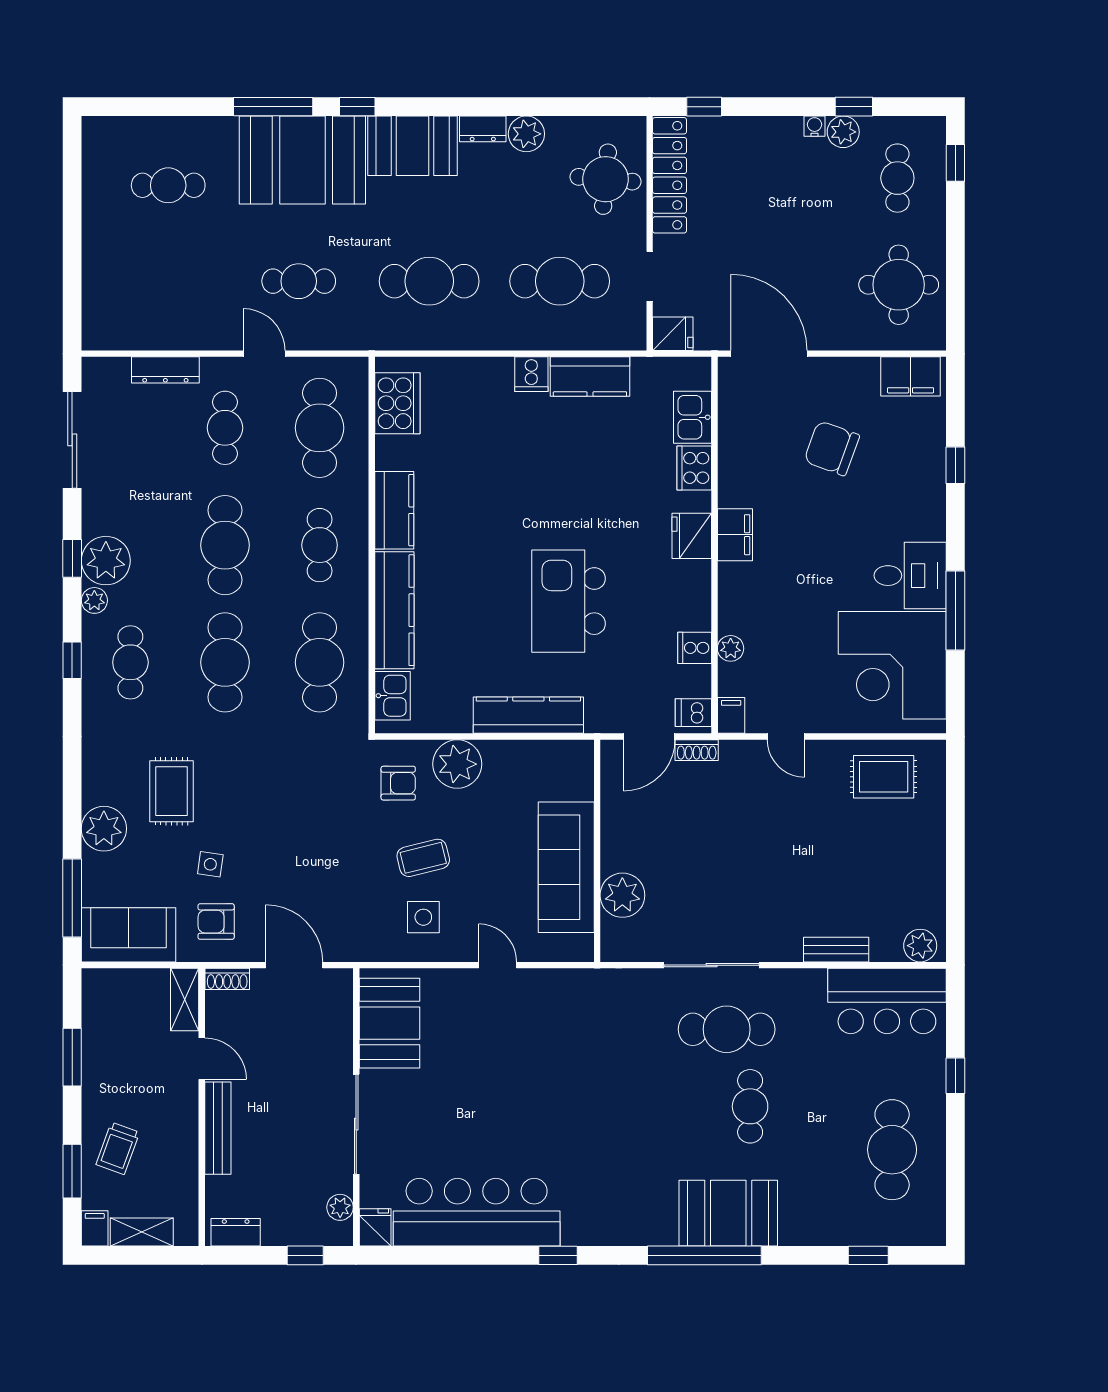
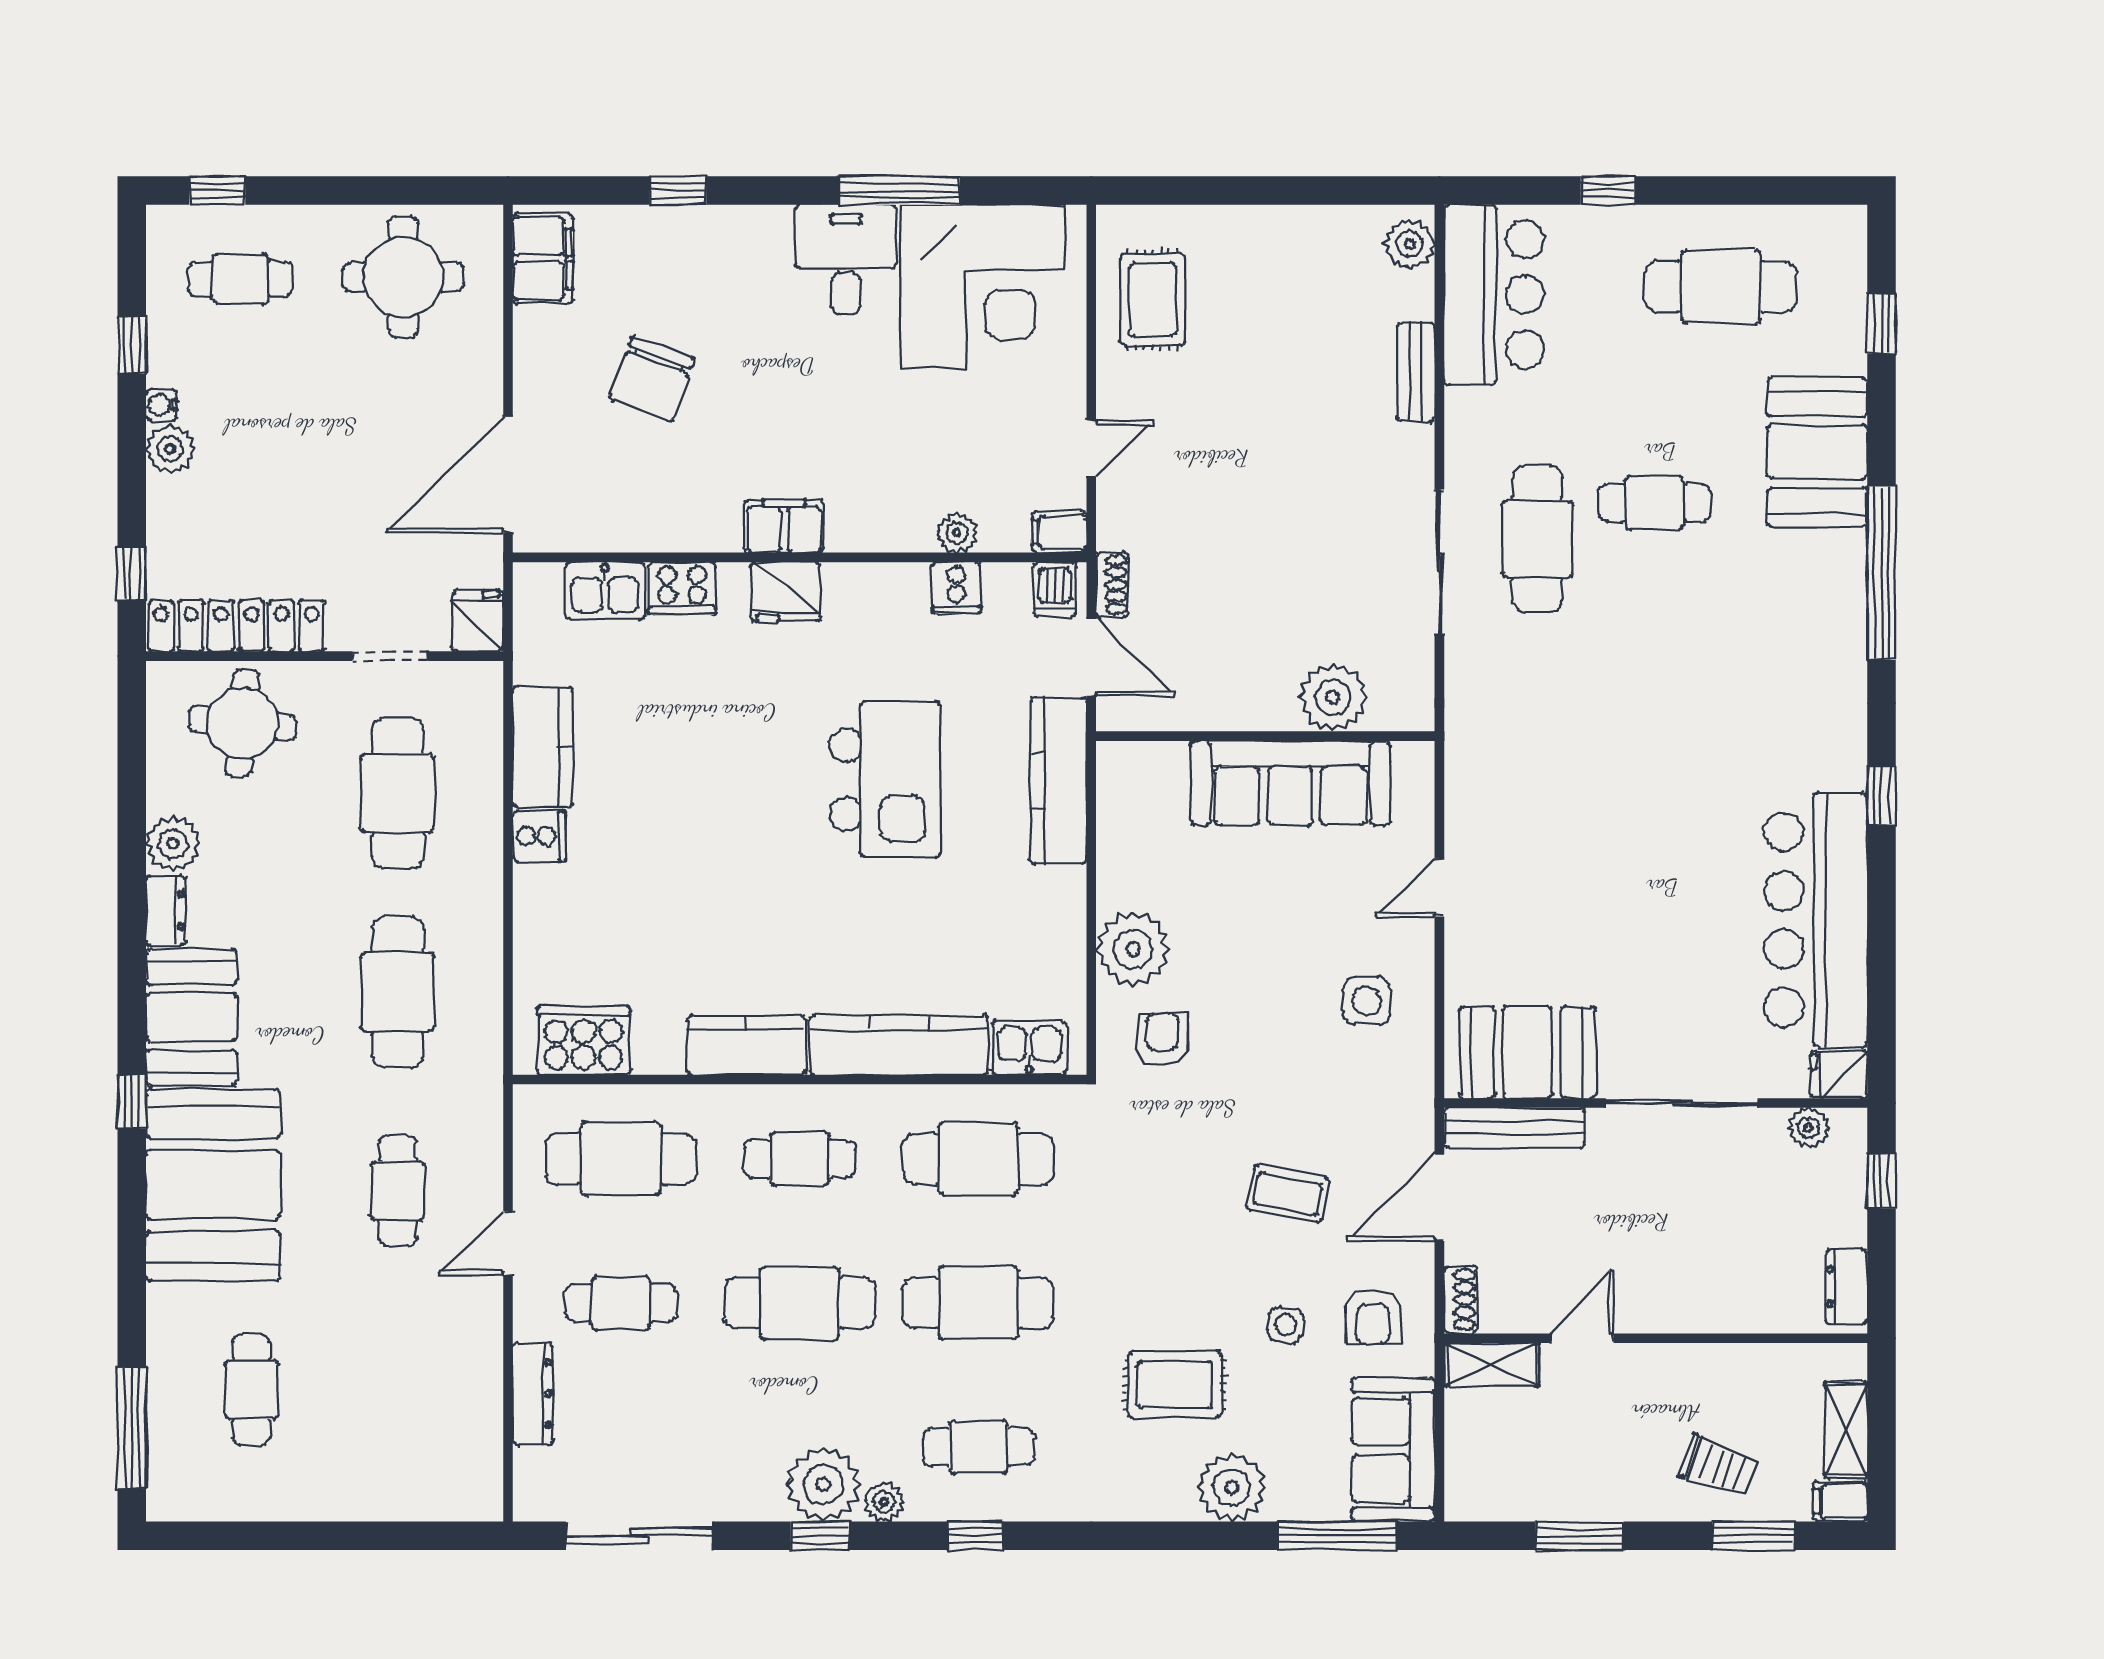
window: (273, 107) -> (132, 1428), moved
plant: (843, 132) -> (170, 449), moved
kitchen island: (569, 601) -> (885, 780), turned -90
kitchen counter: (528, 715) -> (1059, 781), moved
coffee table: (423, 858) -> (1288, 1194), moved, turned -65
bench: (218, 1128) -> (1515, 1127), moved
booth: (728, 1213) -> (1817, 452), moved

